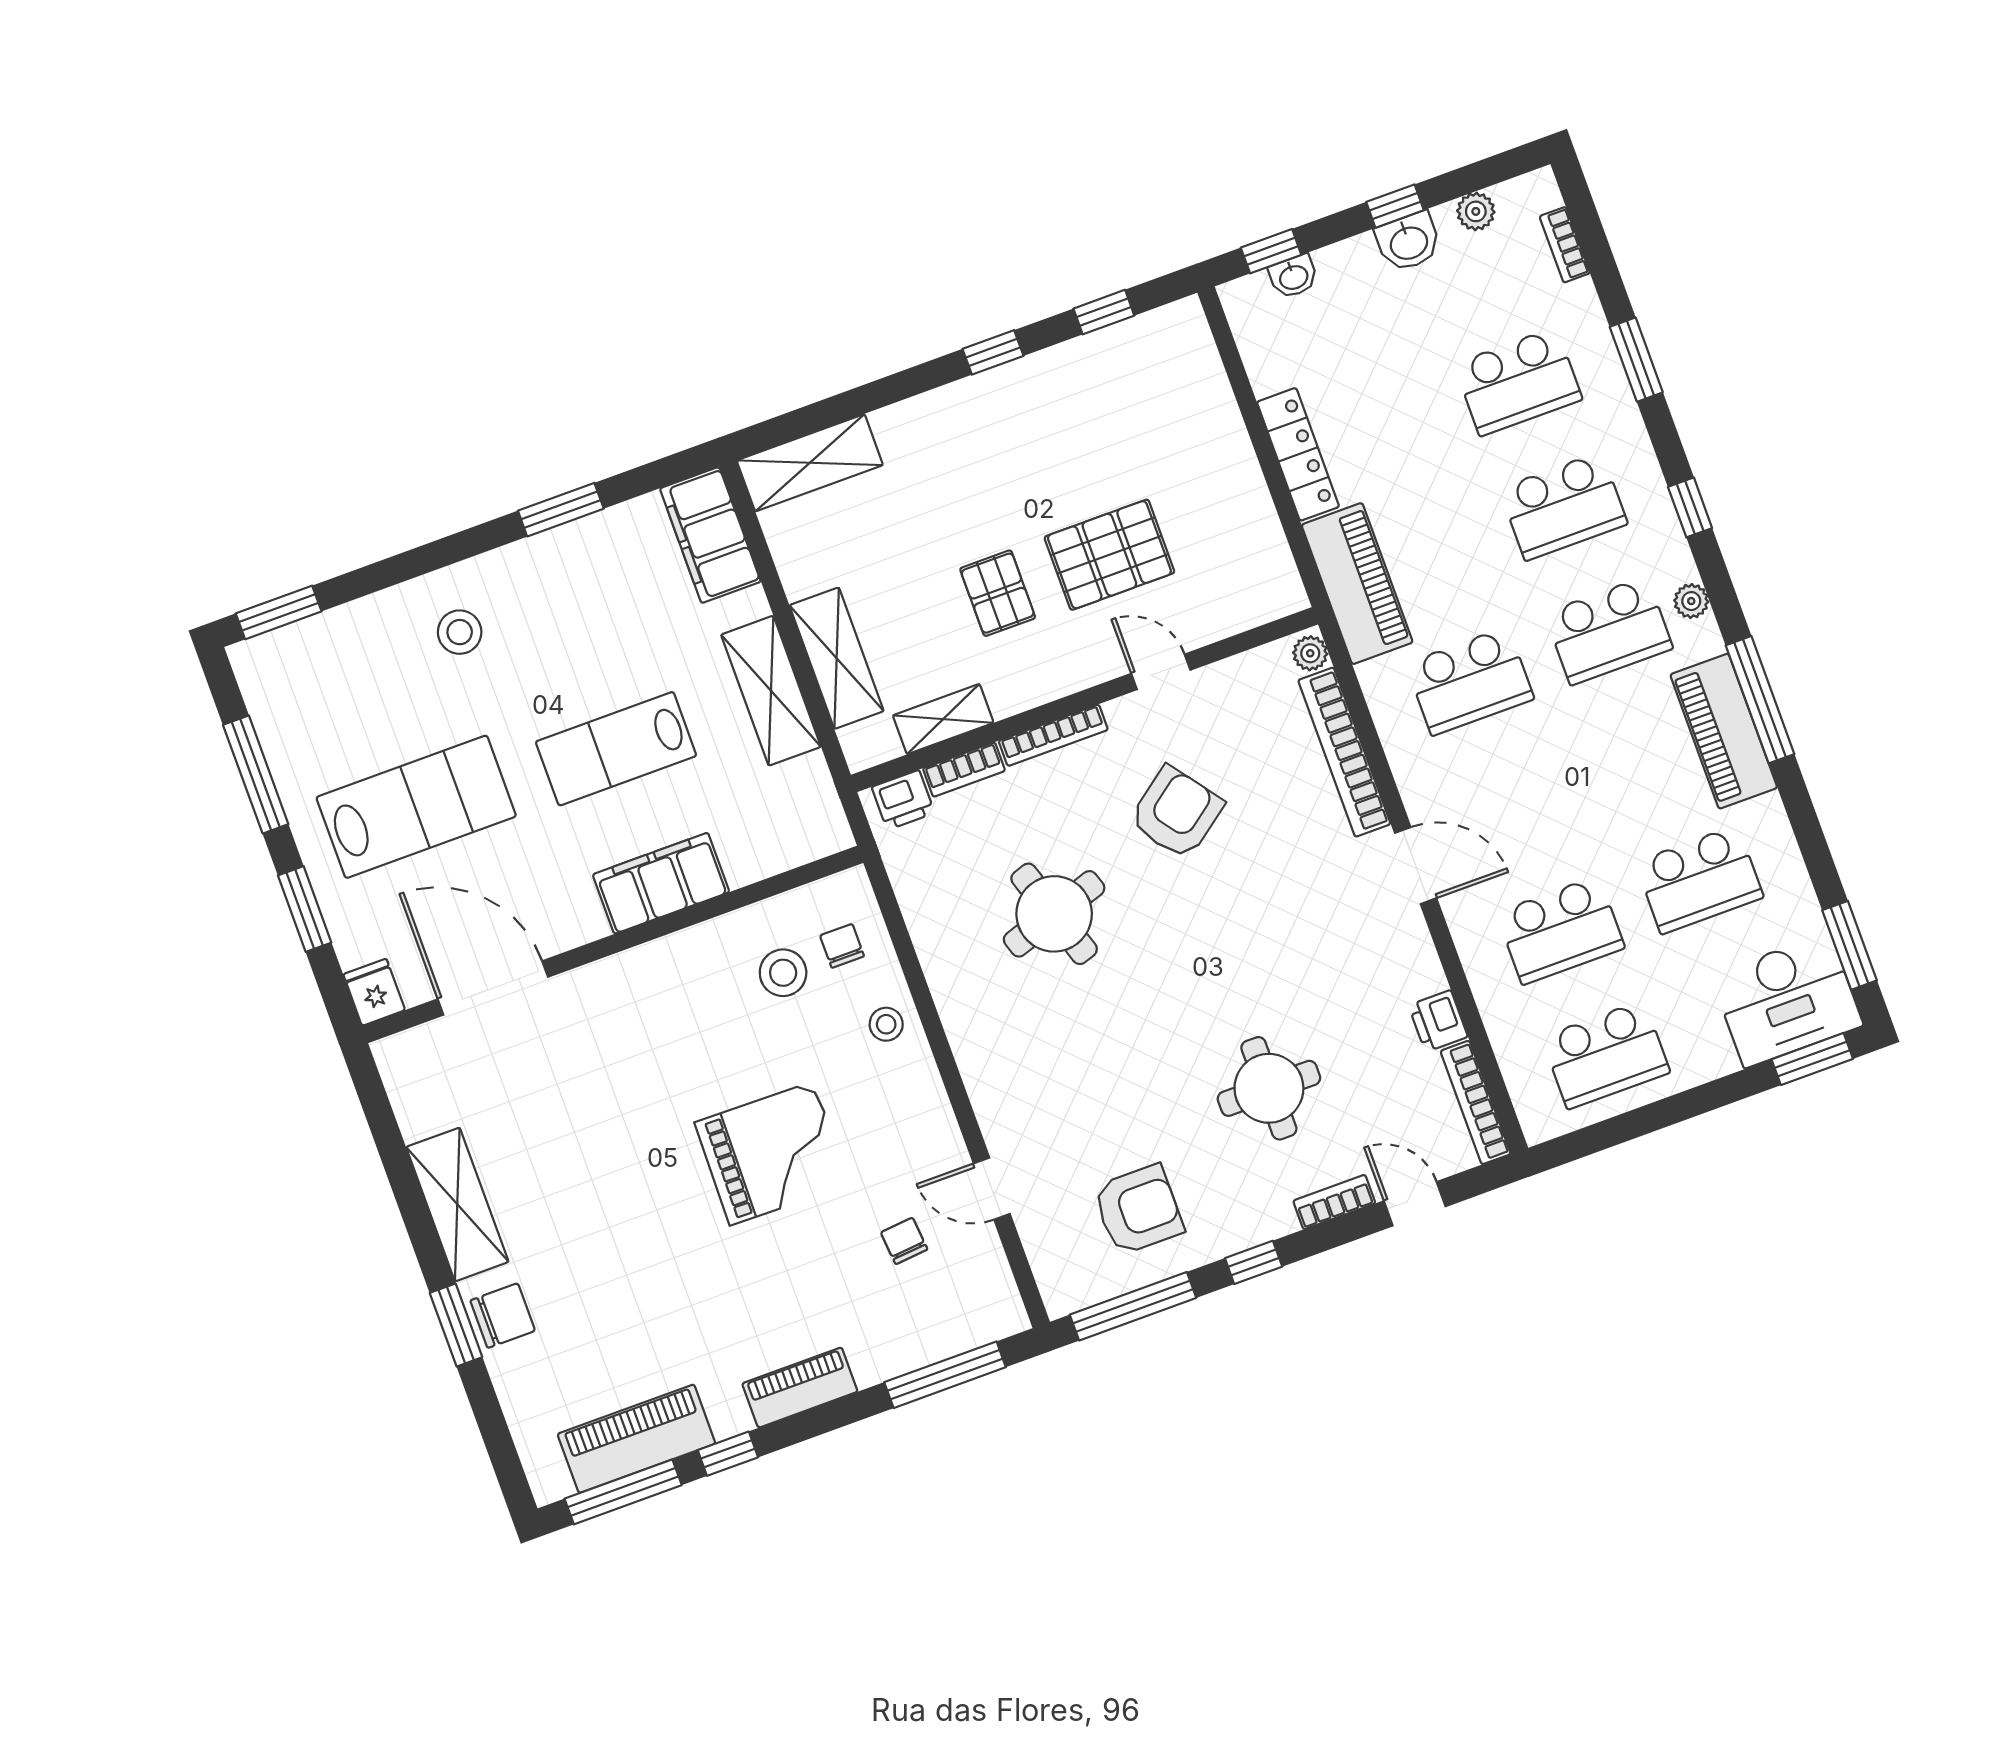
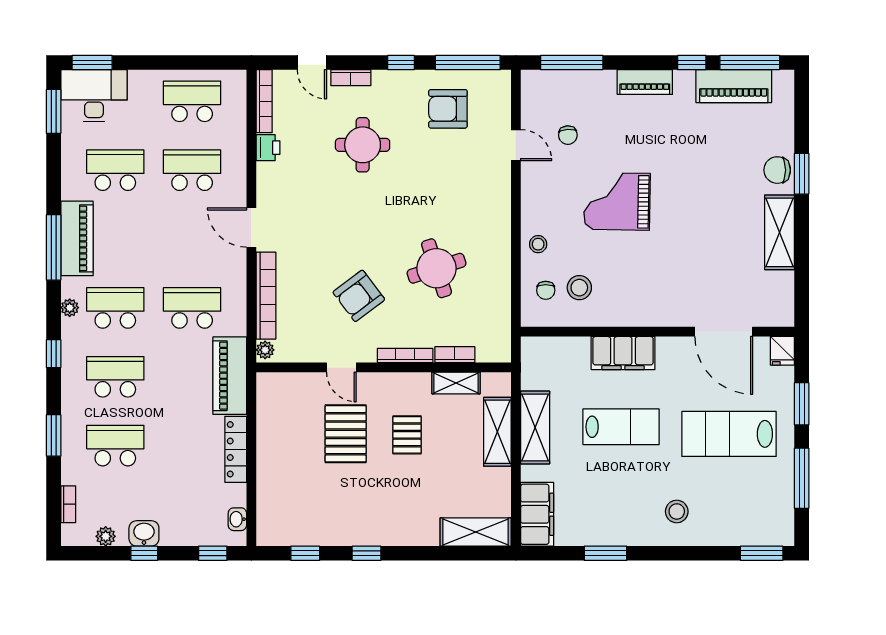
washbasin: (1293, 277) -> (237, 519), moved, turned -90
pallet: (1109, 555) -> (346, 434), turned 90
printer: (903, 800) -> (490, 351), removed

